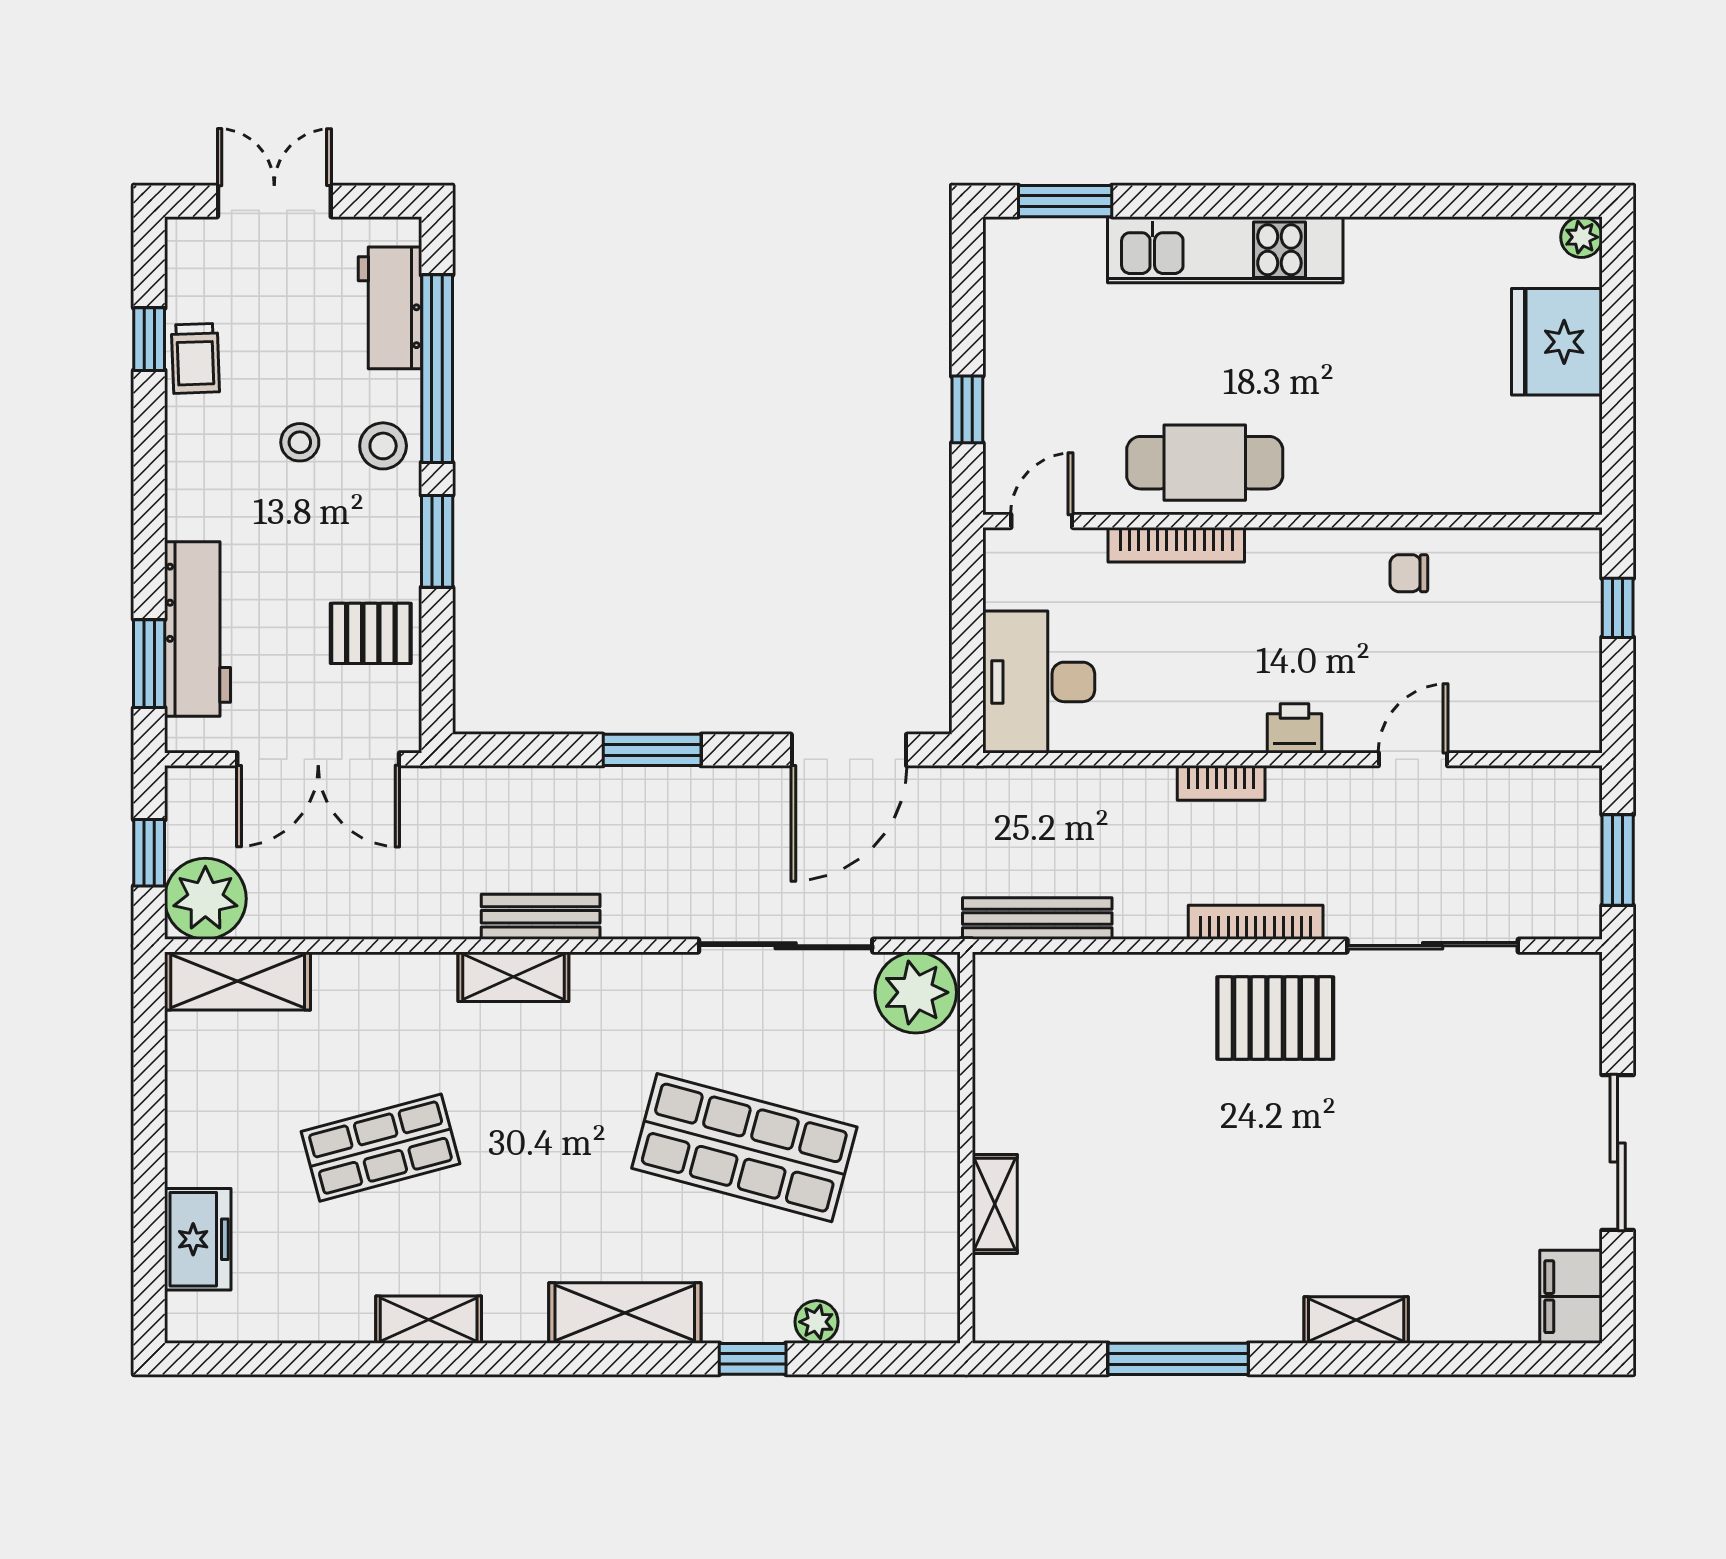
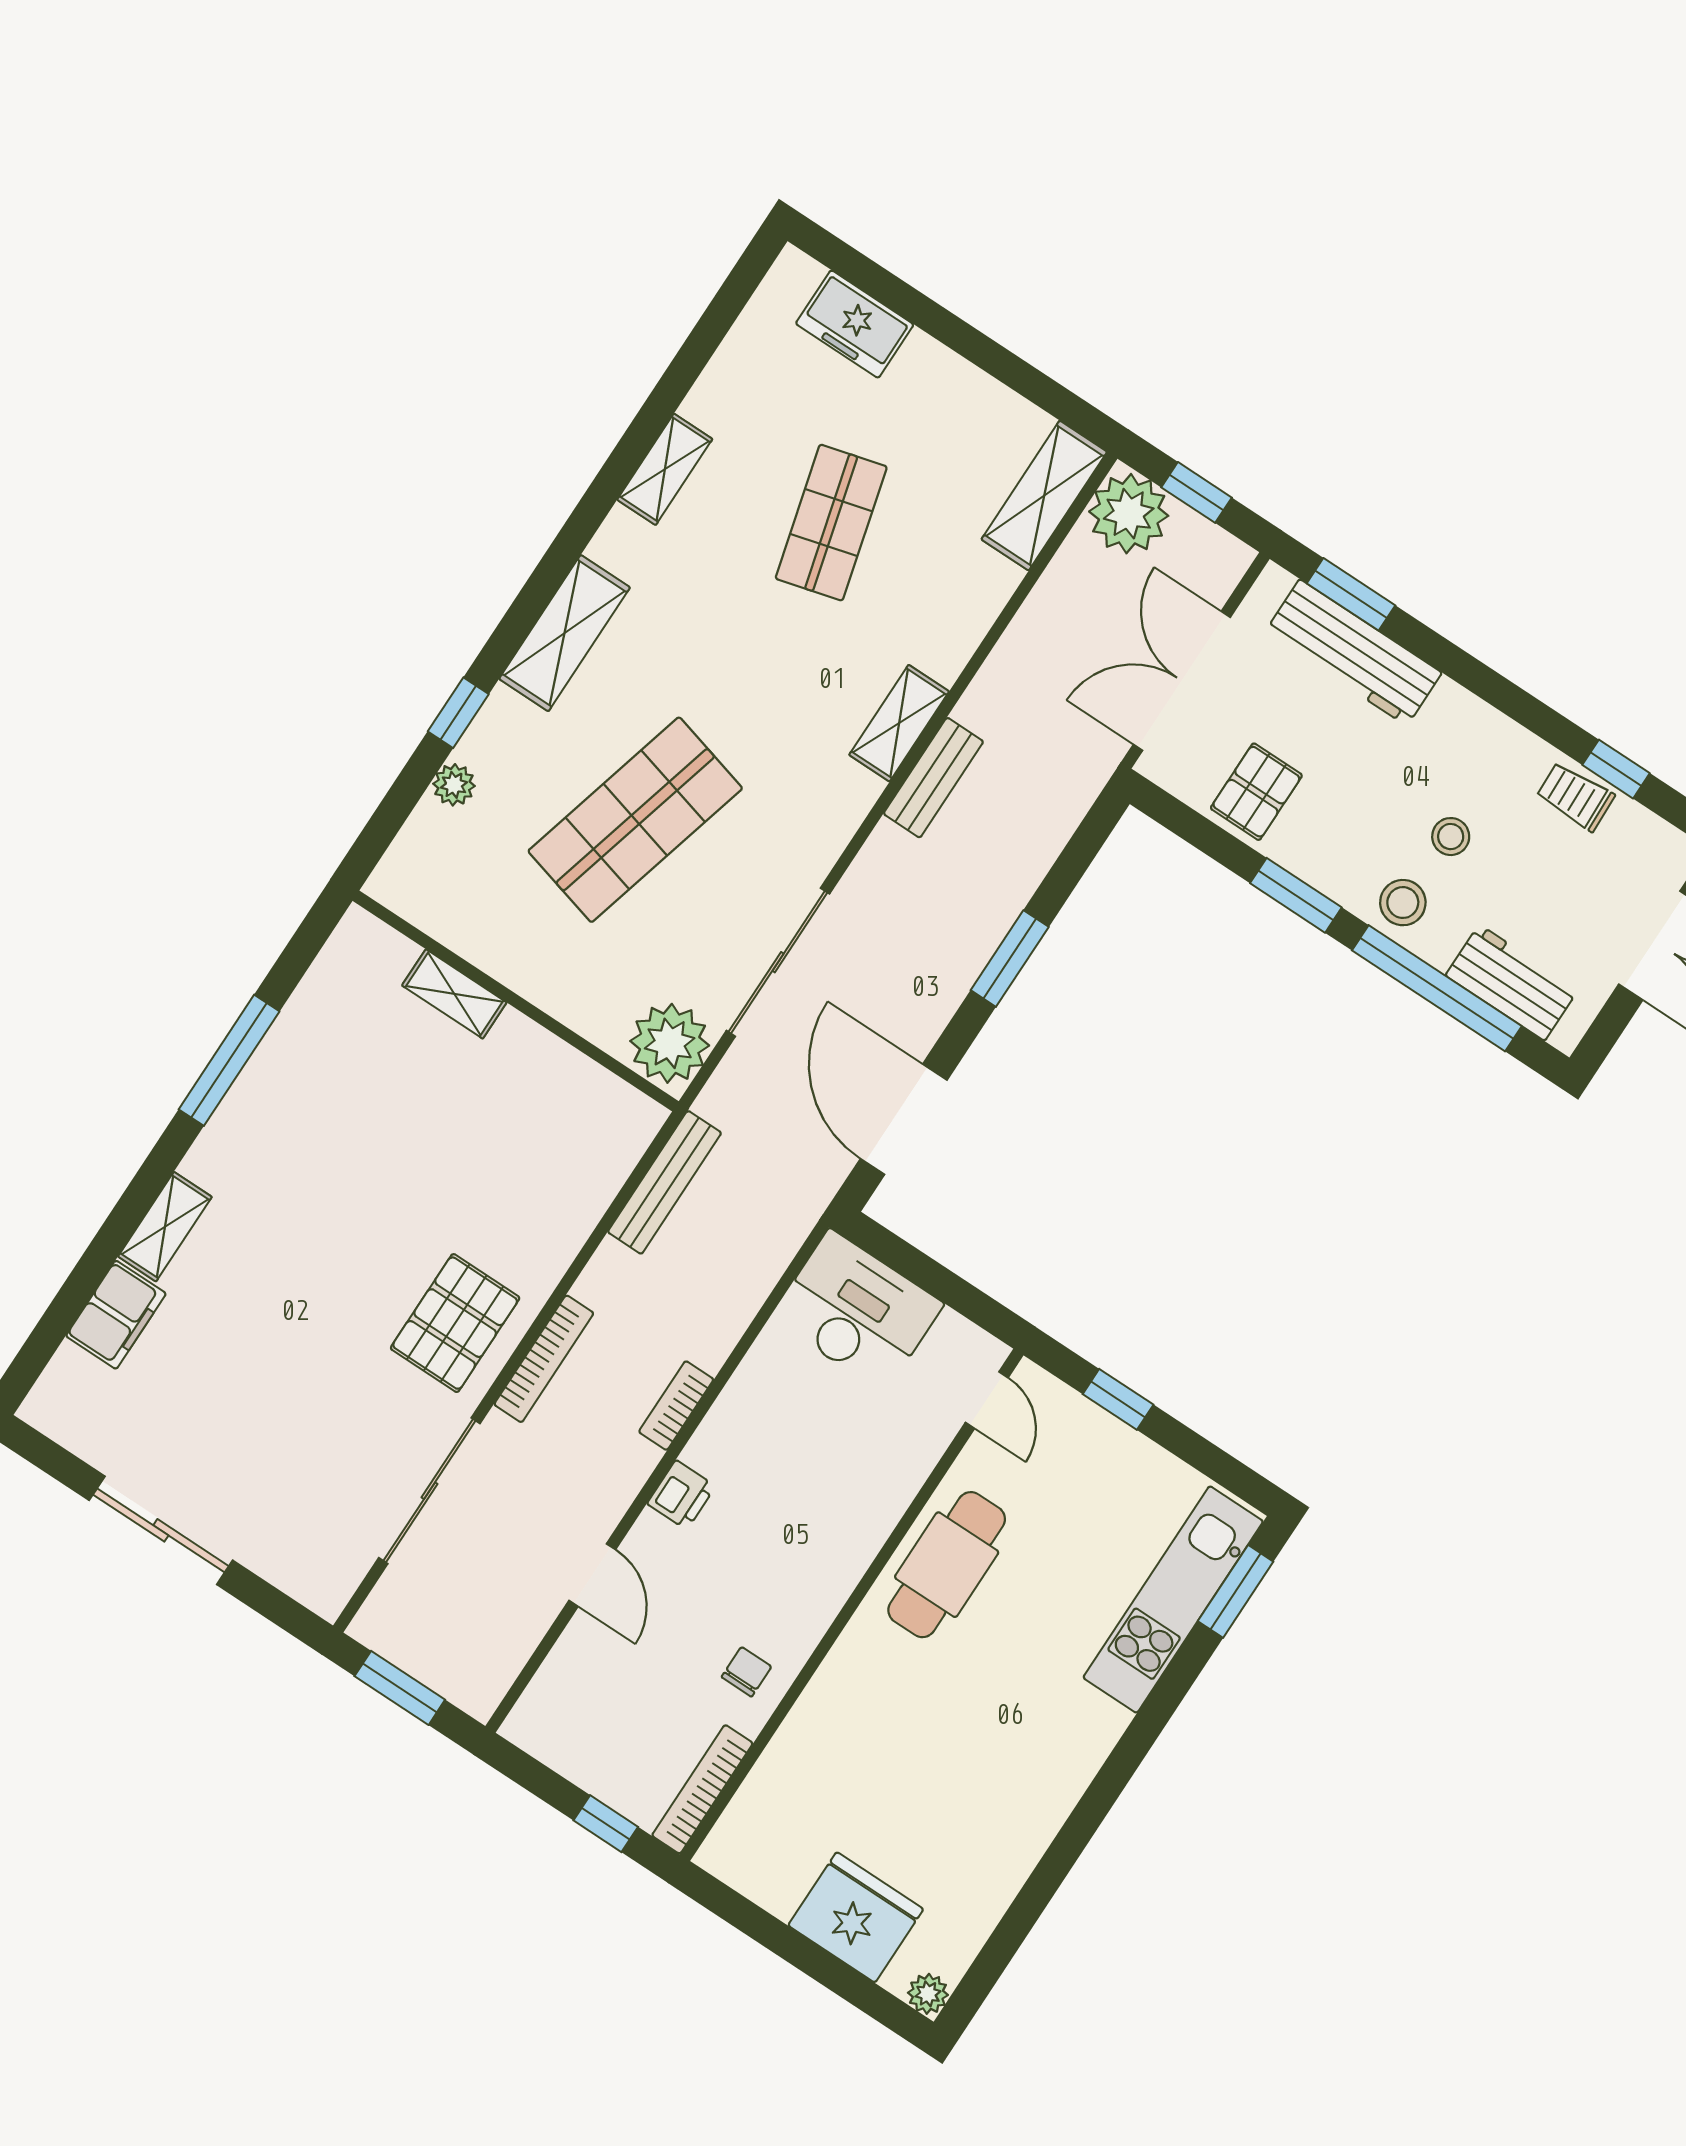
kitchen unit: (1225, 250) -> (1173, 1599), moved
bookcase: (1176, 545) -> (702, 1789), moved
filing cabinet: (1571, 1297) -> (116, 1315), moved, turned 90

